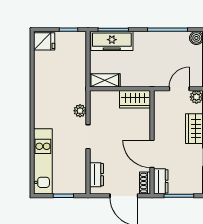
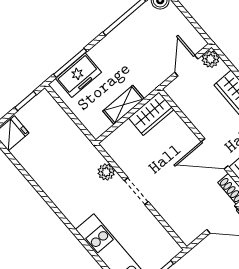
freezer: (112, 41) -> (78, 75), width x0.71
shelving: (105, 80) -> (123, 105), moved
dresser: (96, 175) -> (177, 222), removed

